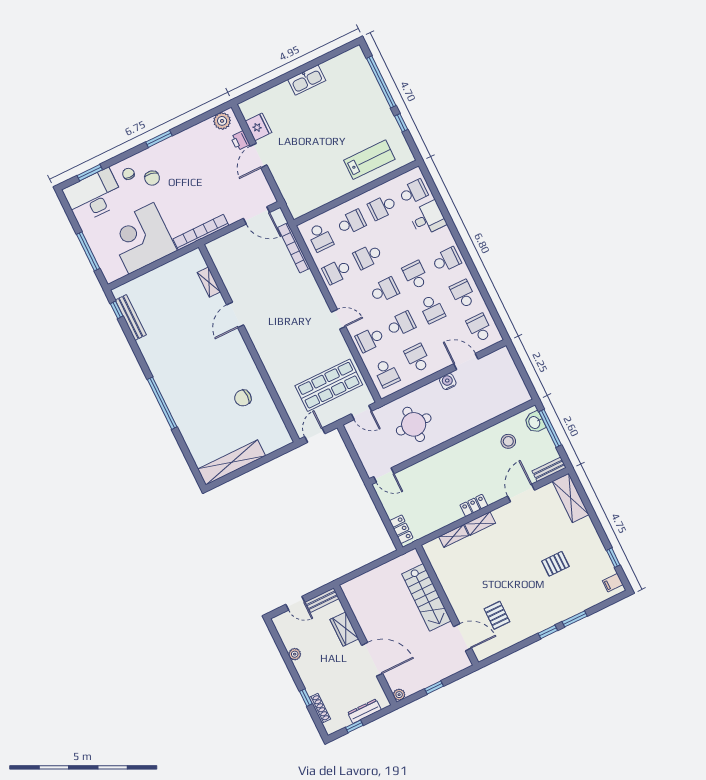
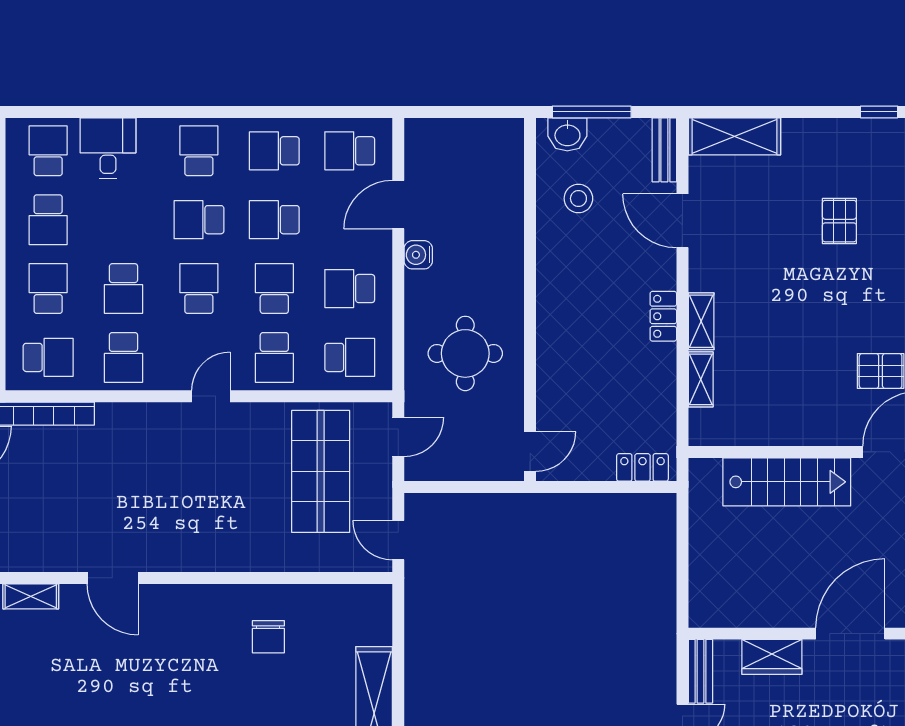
school desk: (432, 309) -> (274, 220), turned 180

